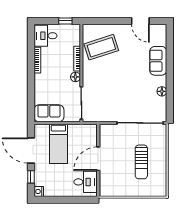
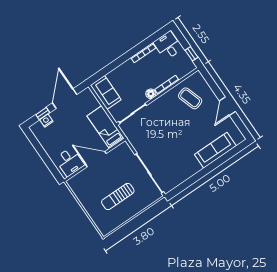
door: (140, 21) -> (227, 106), moved
coffee table: (101, 47) -> (190, 98), width x0.73, depth x0.76
sofa: (158, 61) -> (215, 150), width x1.36
floor lamp: (162, 91) -> (188, 173), removed
bed: (58, 144) -> (106, 127), moved, turned 90
nightstand: (39, 192) -> (46, 121), moved

